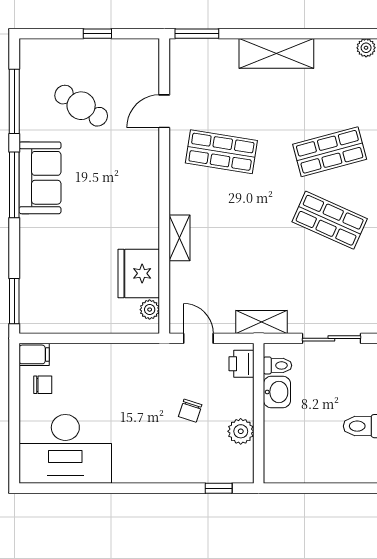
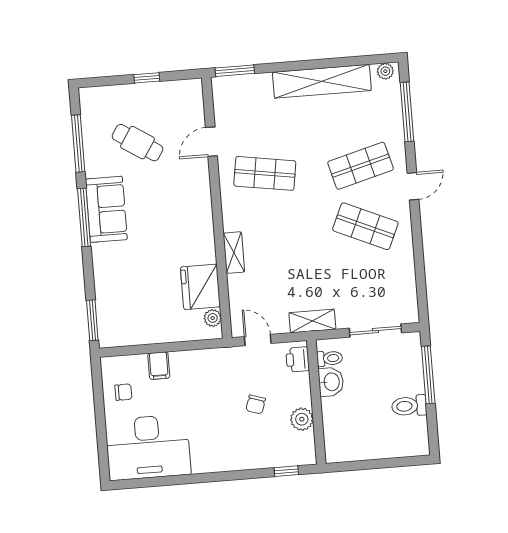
shelving: (276, 53) -> (322, 81), width x1.47
filing cabinet: (34, 354) -> (159, 366), moved, turned 90

